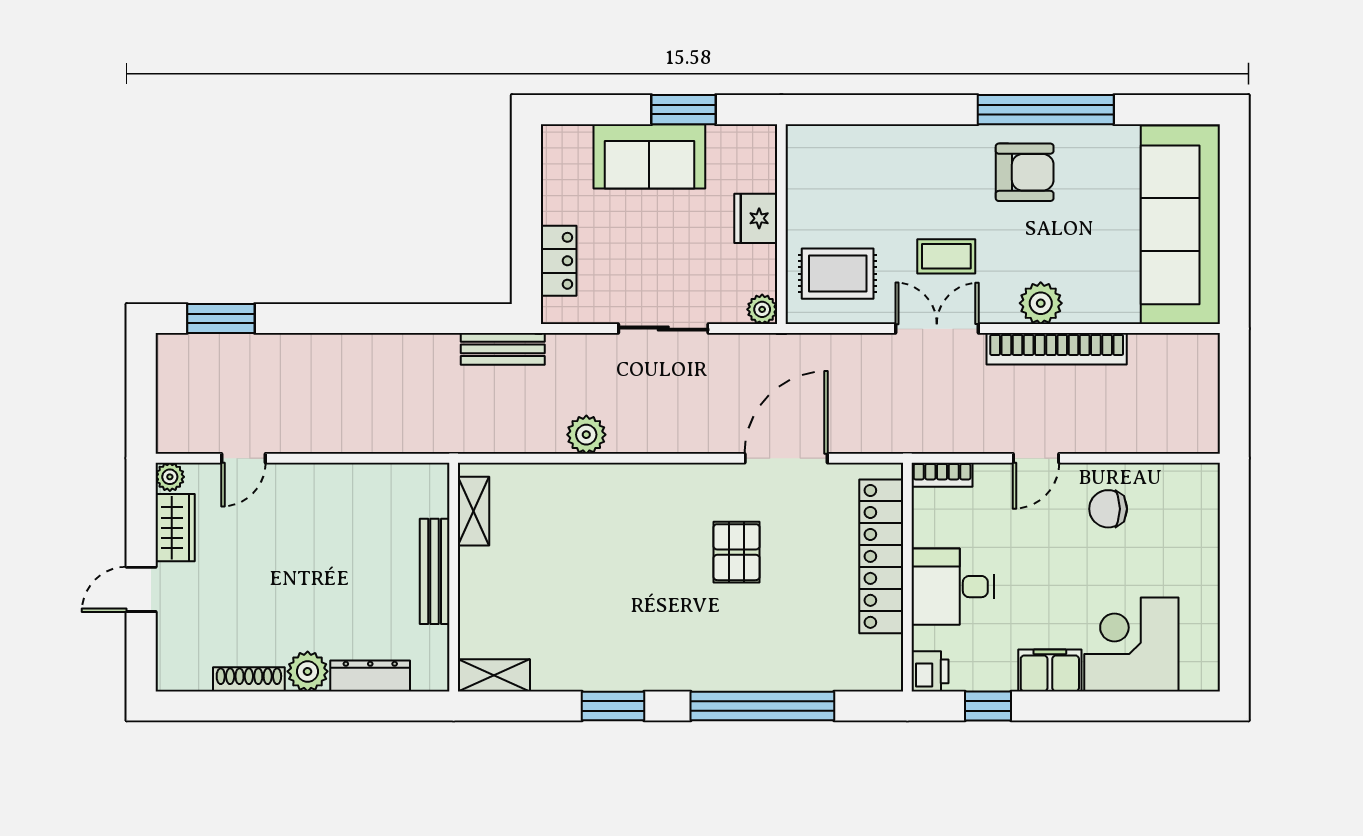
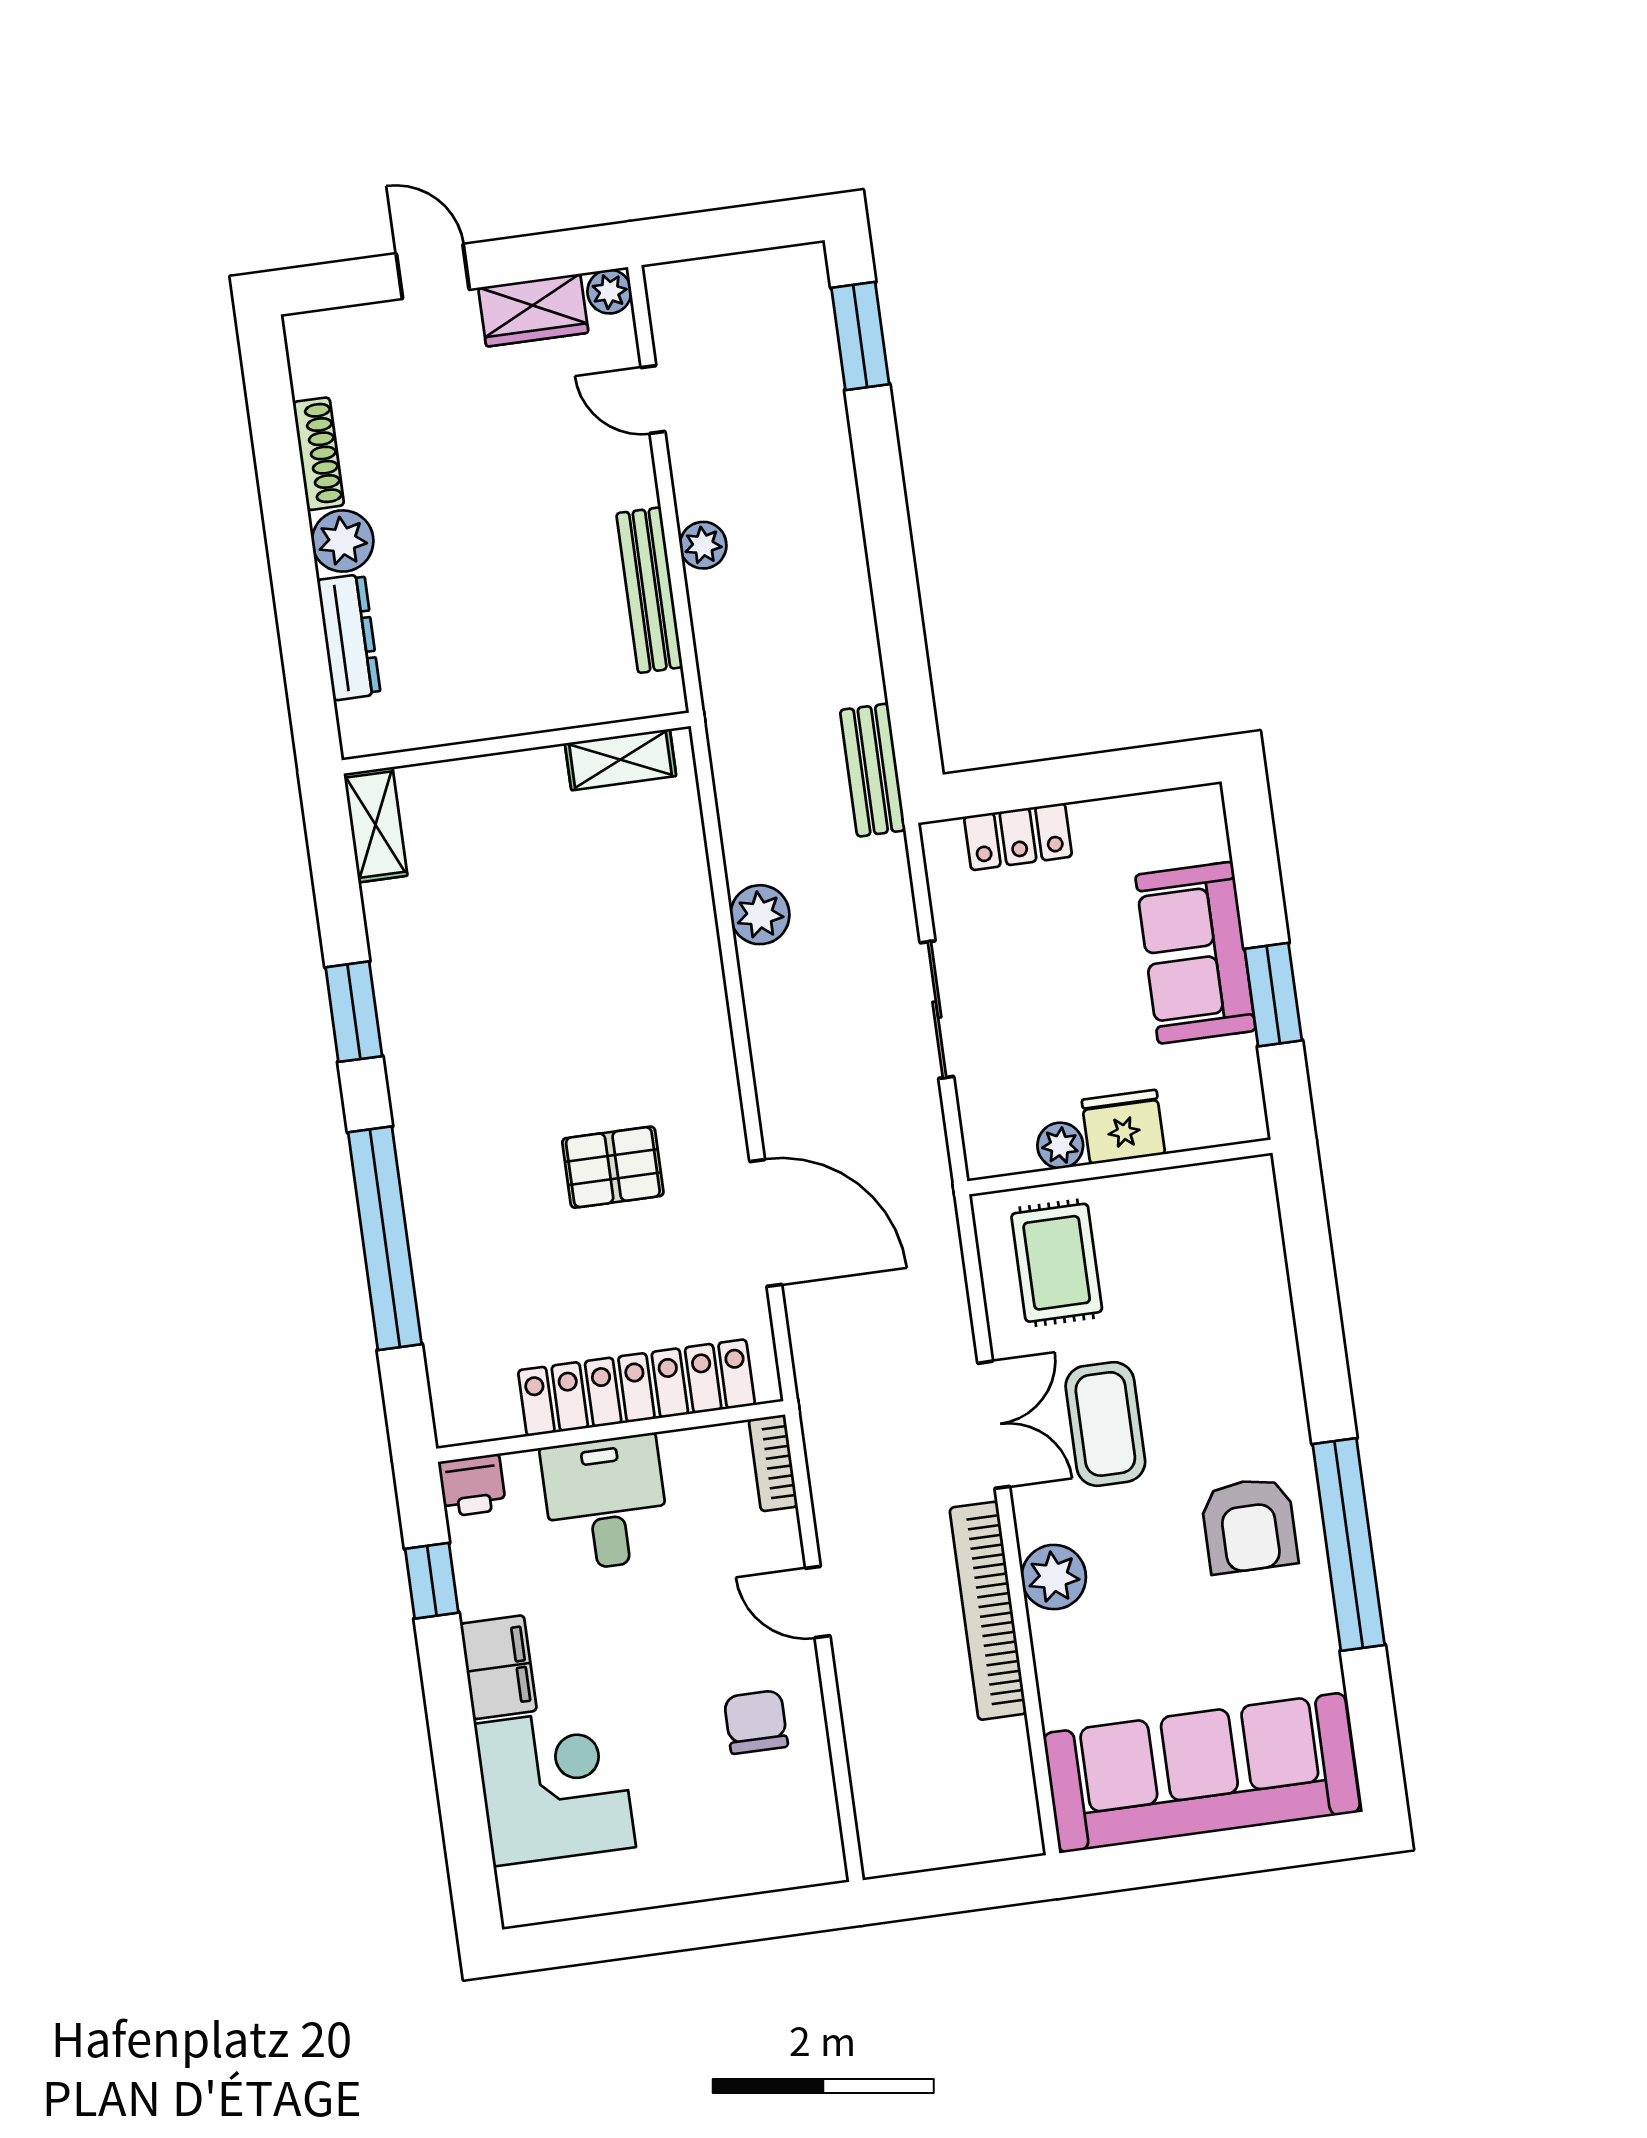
coffee table: (946, 256) -> (1105, 1424), width x1.36, depth x1.30
plant: (762, 309) -> (1060, 1145), moved
plant: (342, 439) -> (703, 545), added
bench: (435, 571) -> (650, 590), moved, turned 90

